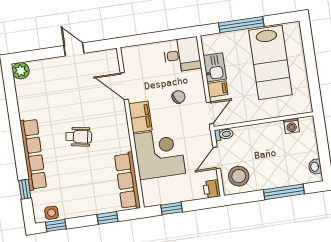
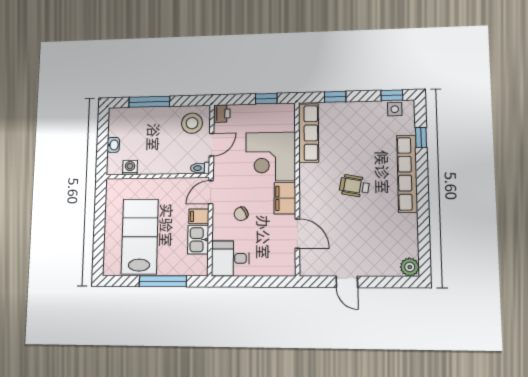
washbasin: (315, 167) -> (113, 145), moved

